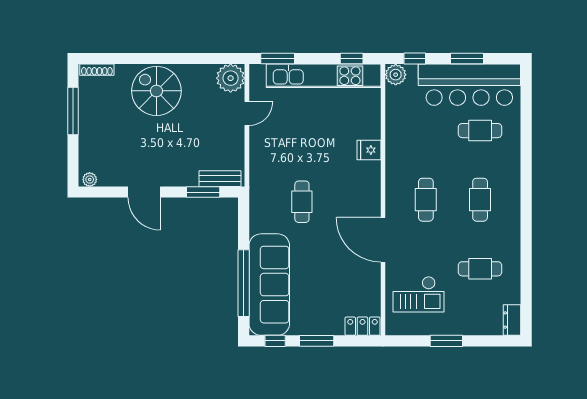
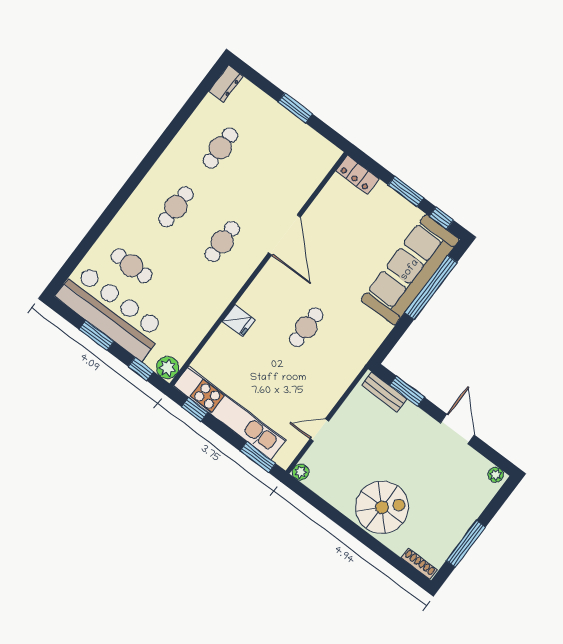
plant: (231, 78) -> (301, 472), width x0.53, depth x0.53
spiral stairs: (156, 91) -> (382, 507), turned -90
cafe table: (302, 202) -> (306, 327), moved
cafe table: (480, 269) -> (220, 148), turned 90
checkout: (418, 294) -> (289, 166), removed

